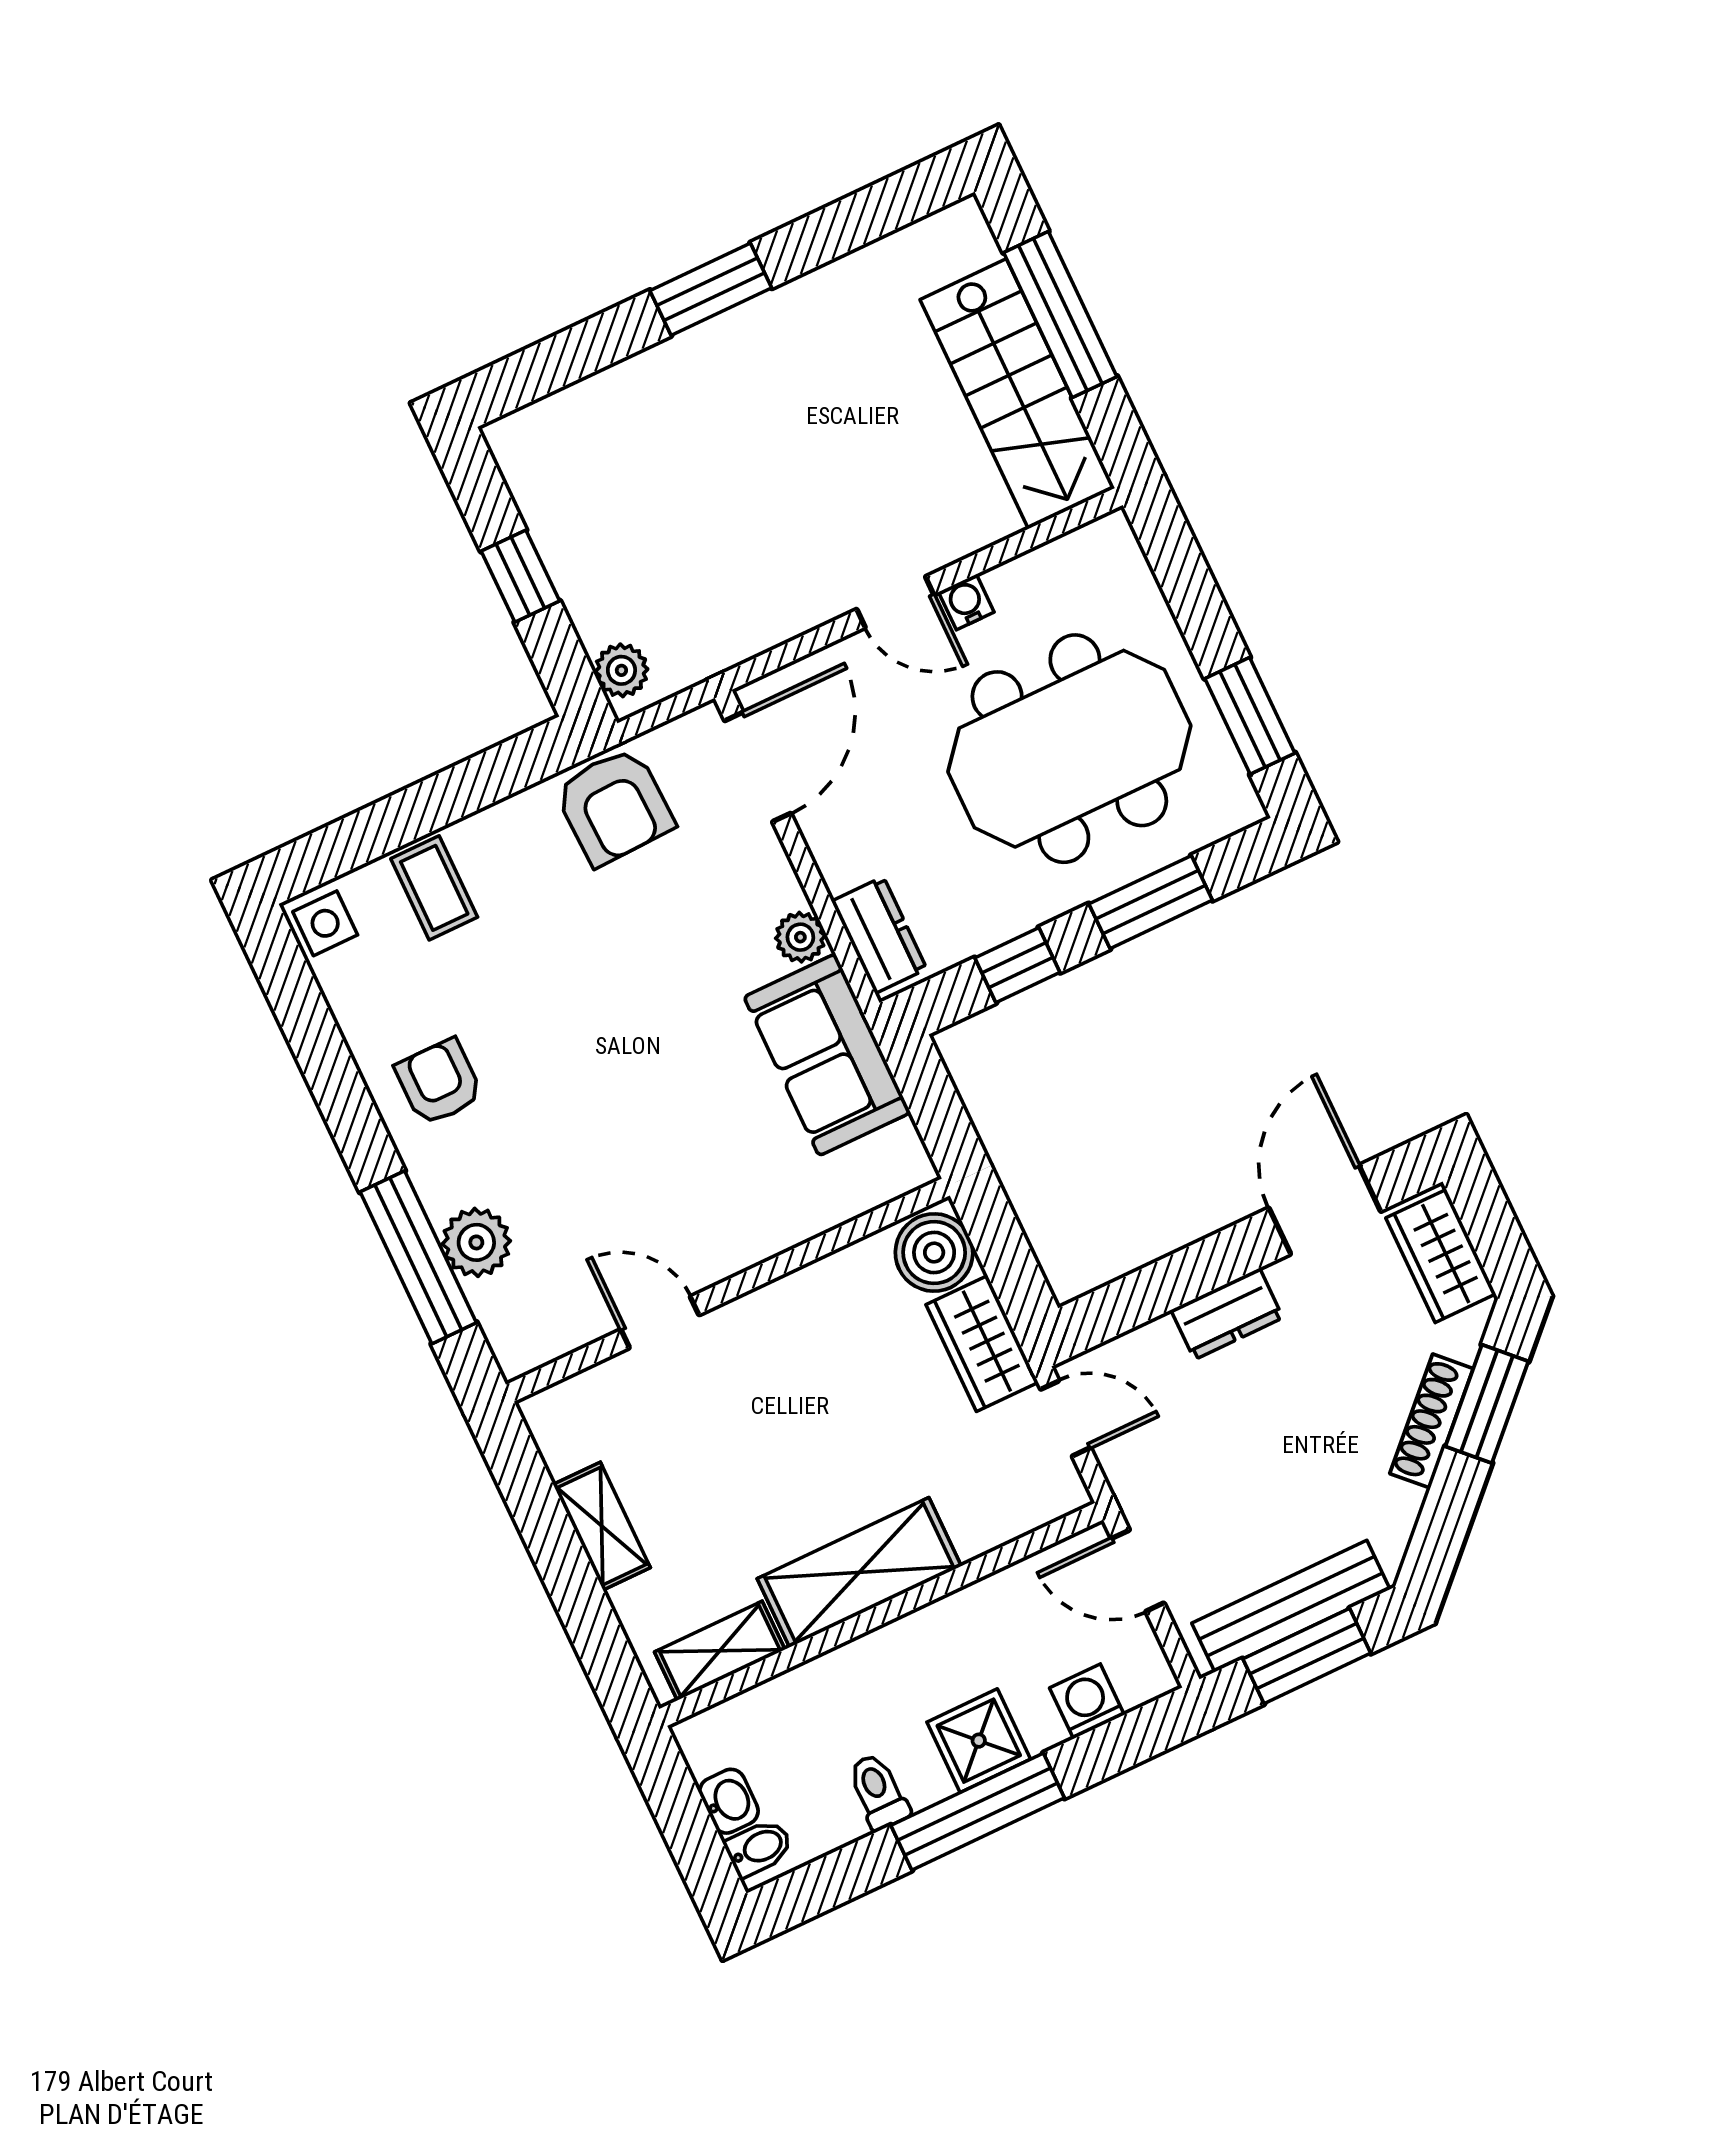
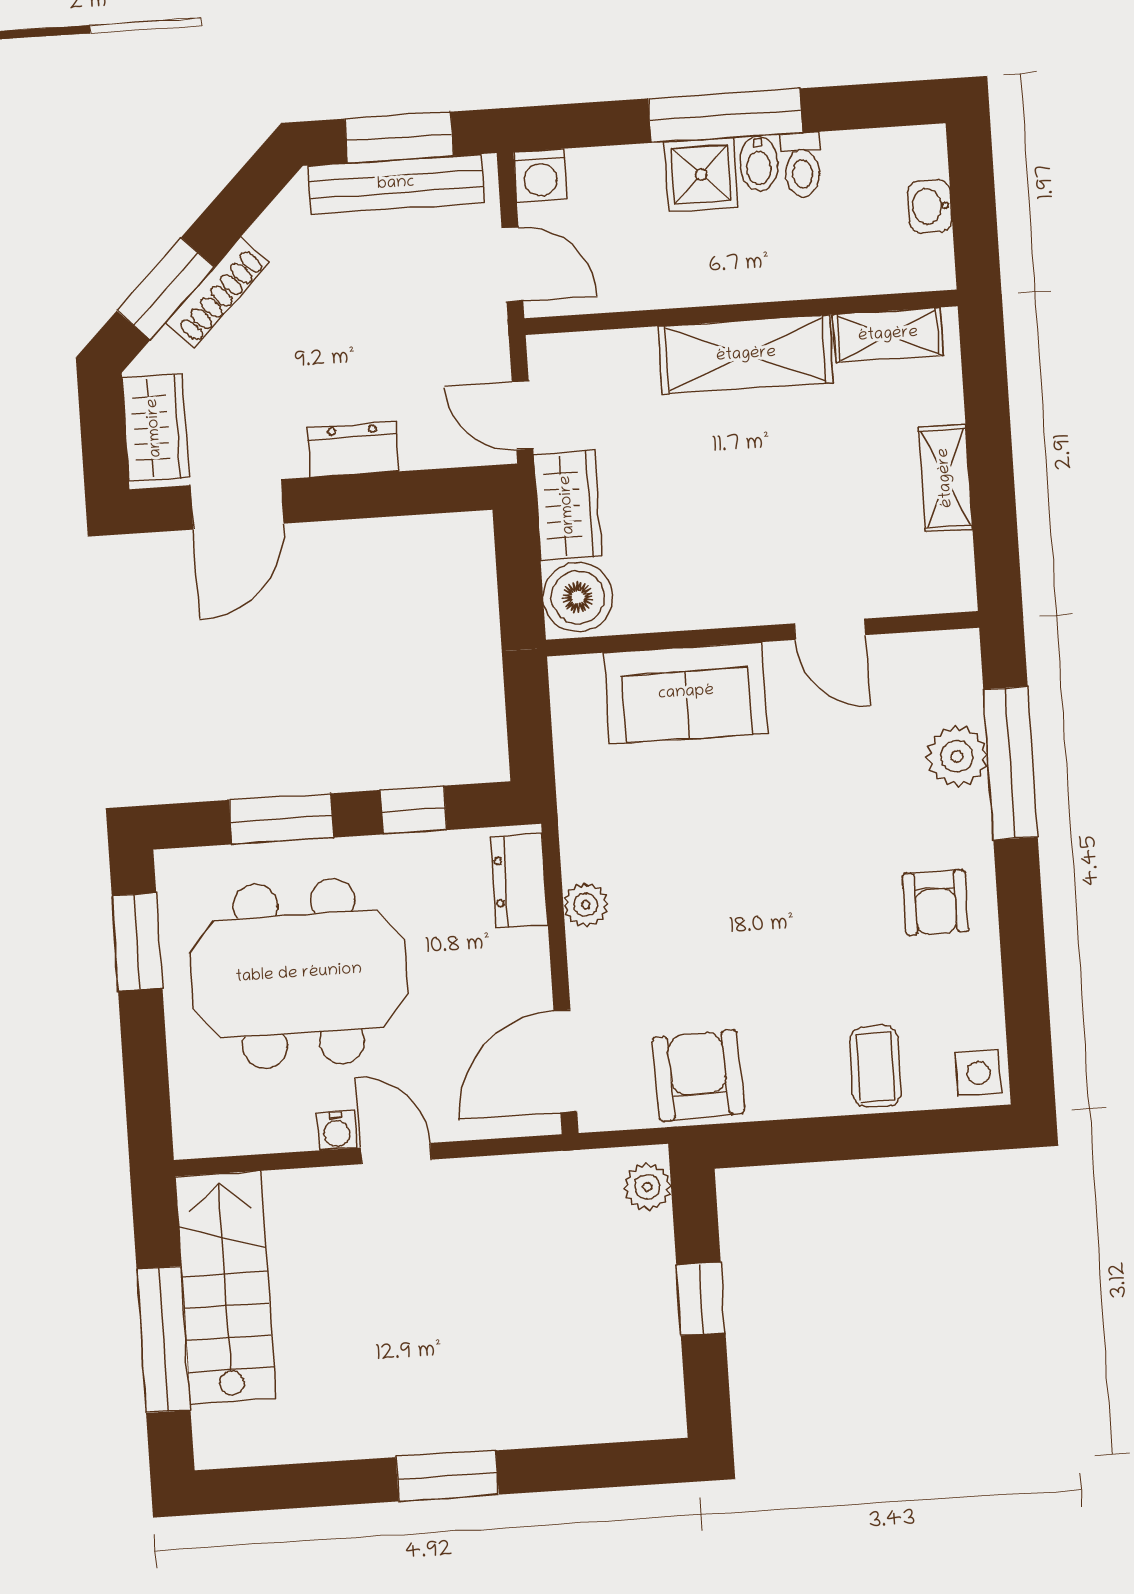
sofa: (827, 1055) -> (686, 693), moved, turned 90
washing machine: (1087, 1701) -> (540, 176), moved
bidet: (759, 1848) -> (759, 163), moved, turned -90

